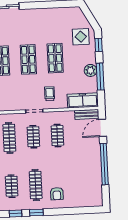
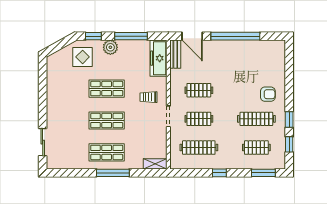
plant: (90, 70) -> (110, 47), moved

